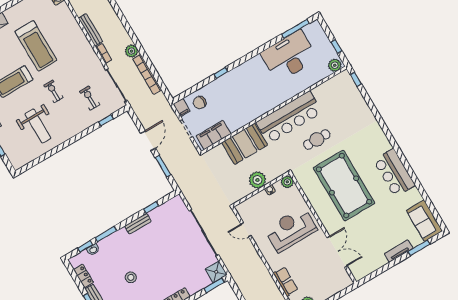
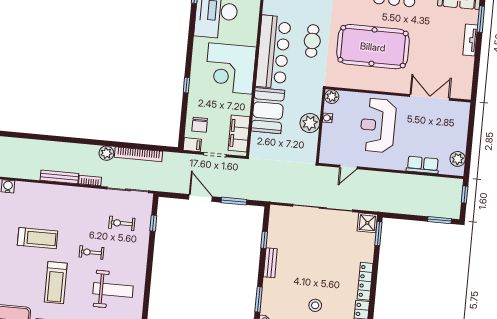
treadmill: (36, 46) -> (38, 238), width x0.73, depth x0.73
corner desk: (255, 96) -> (230, 68), added

